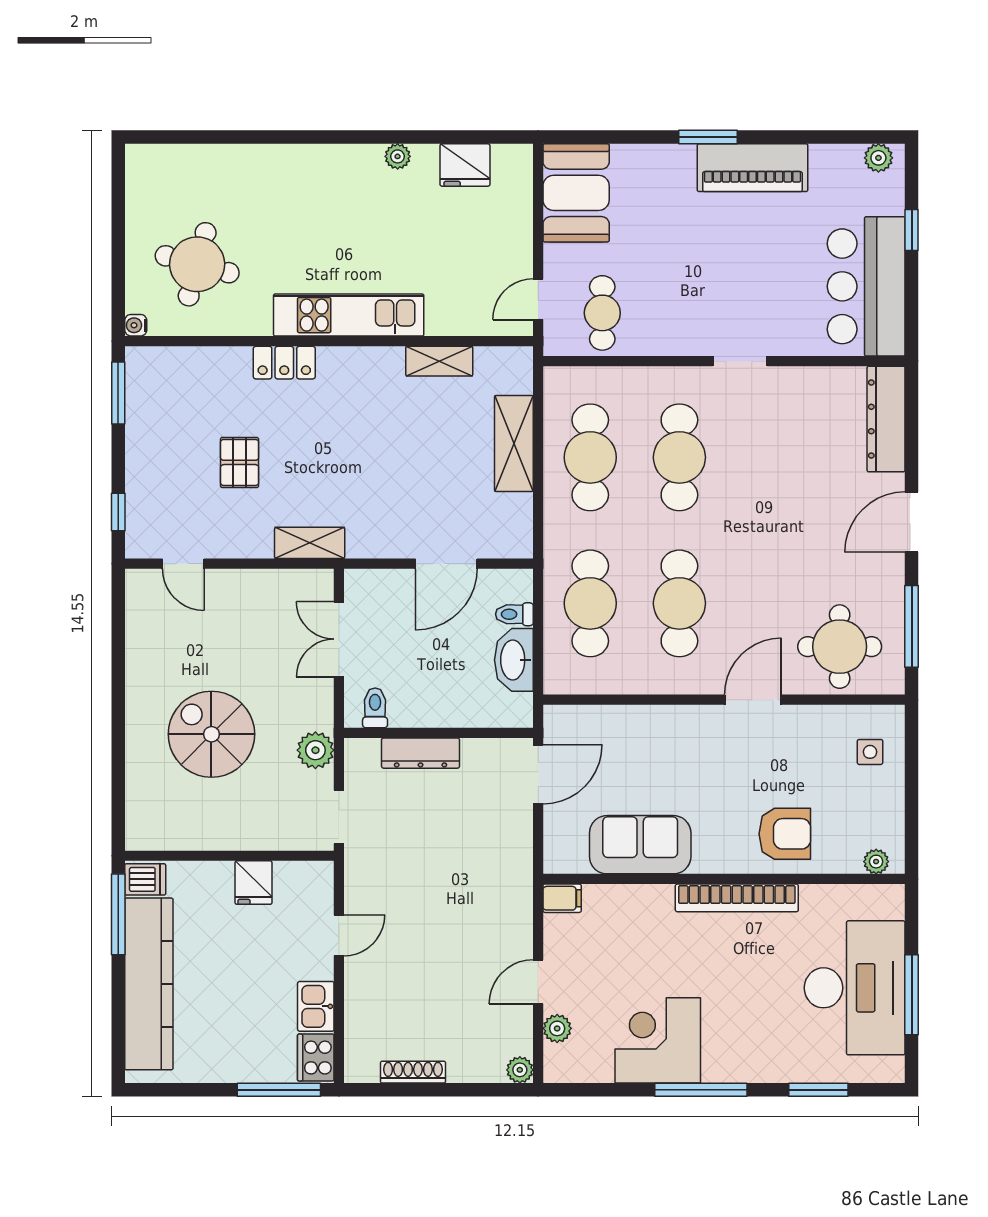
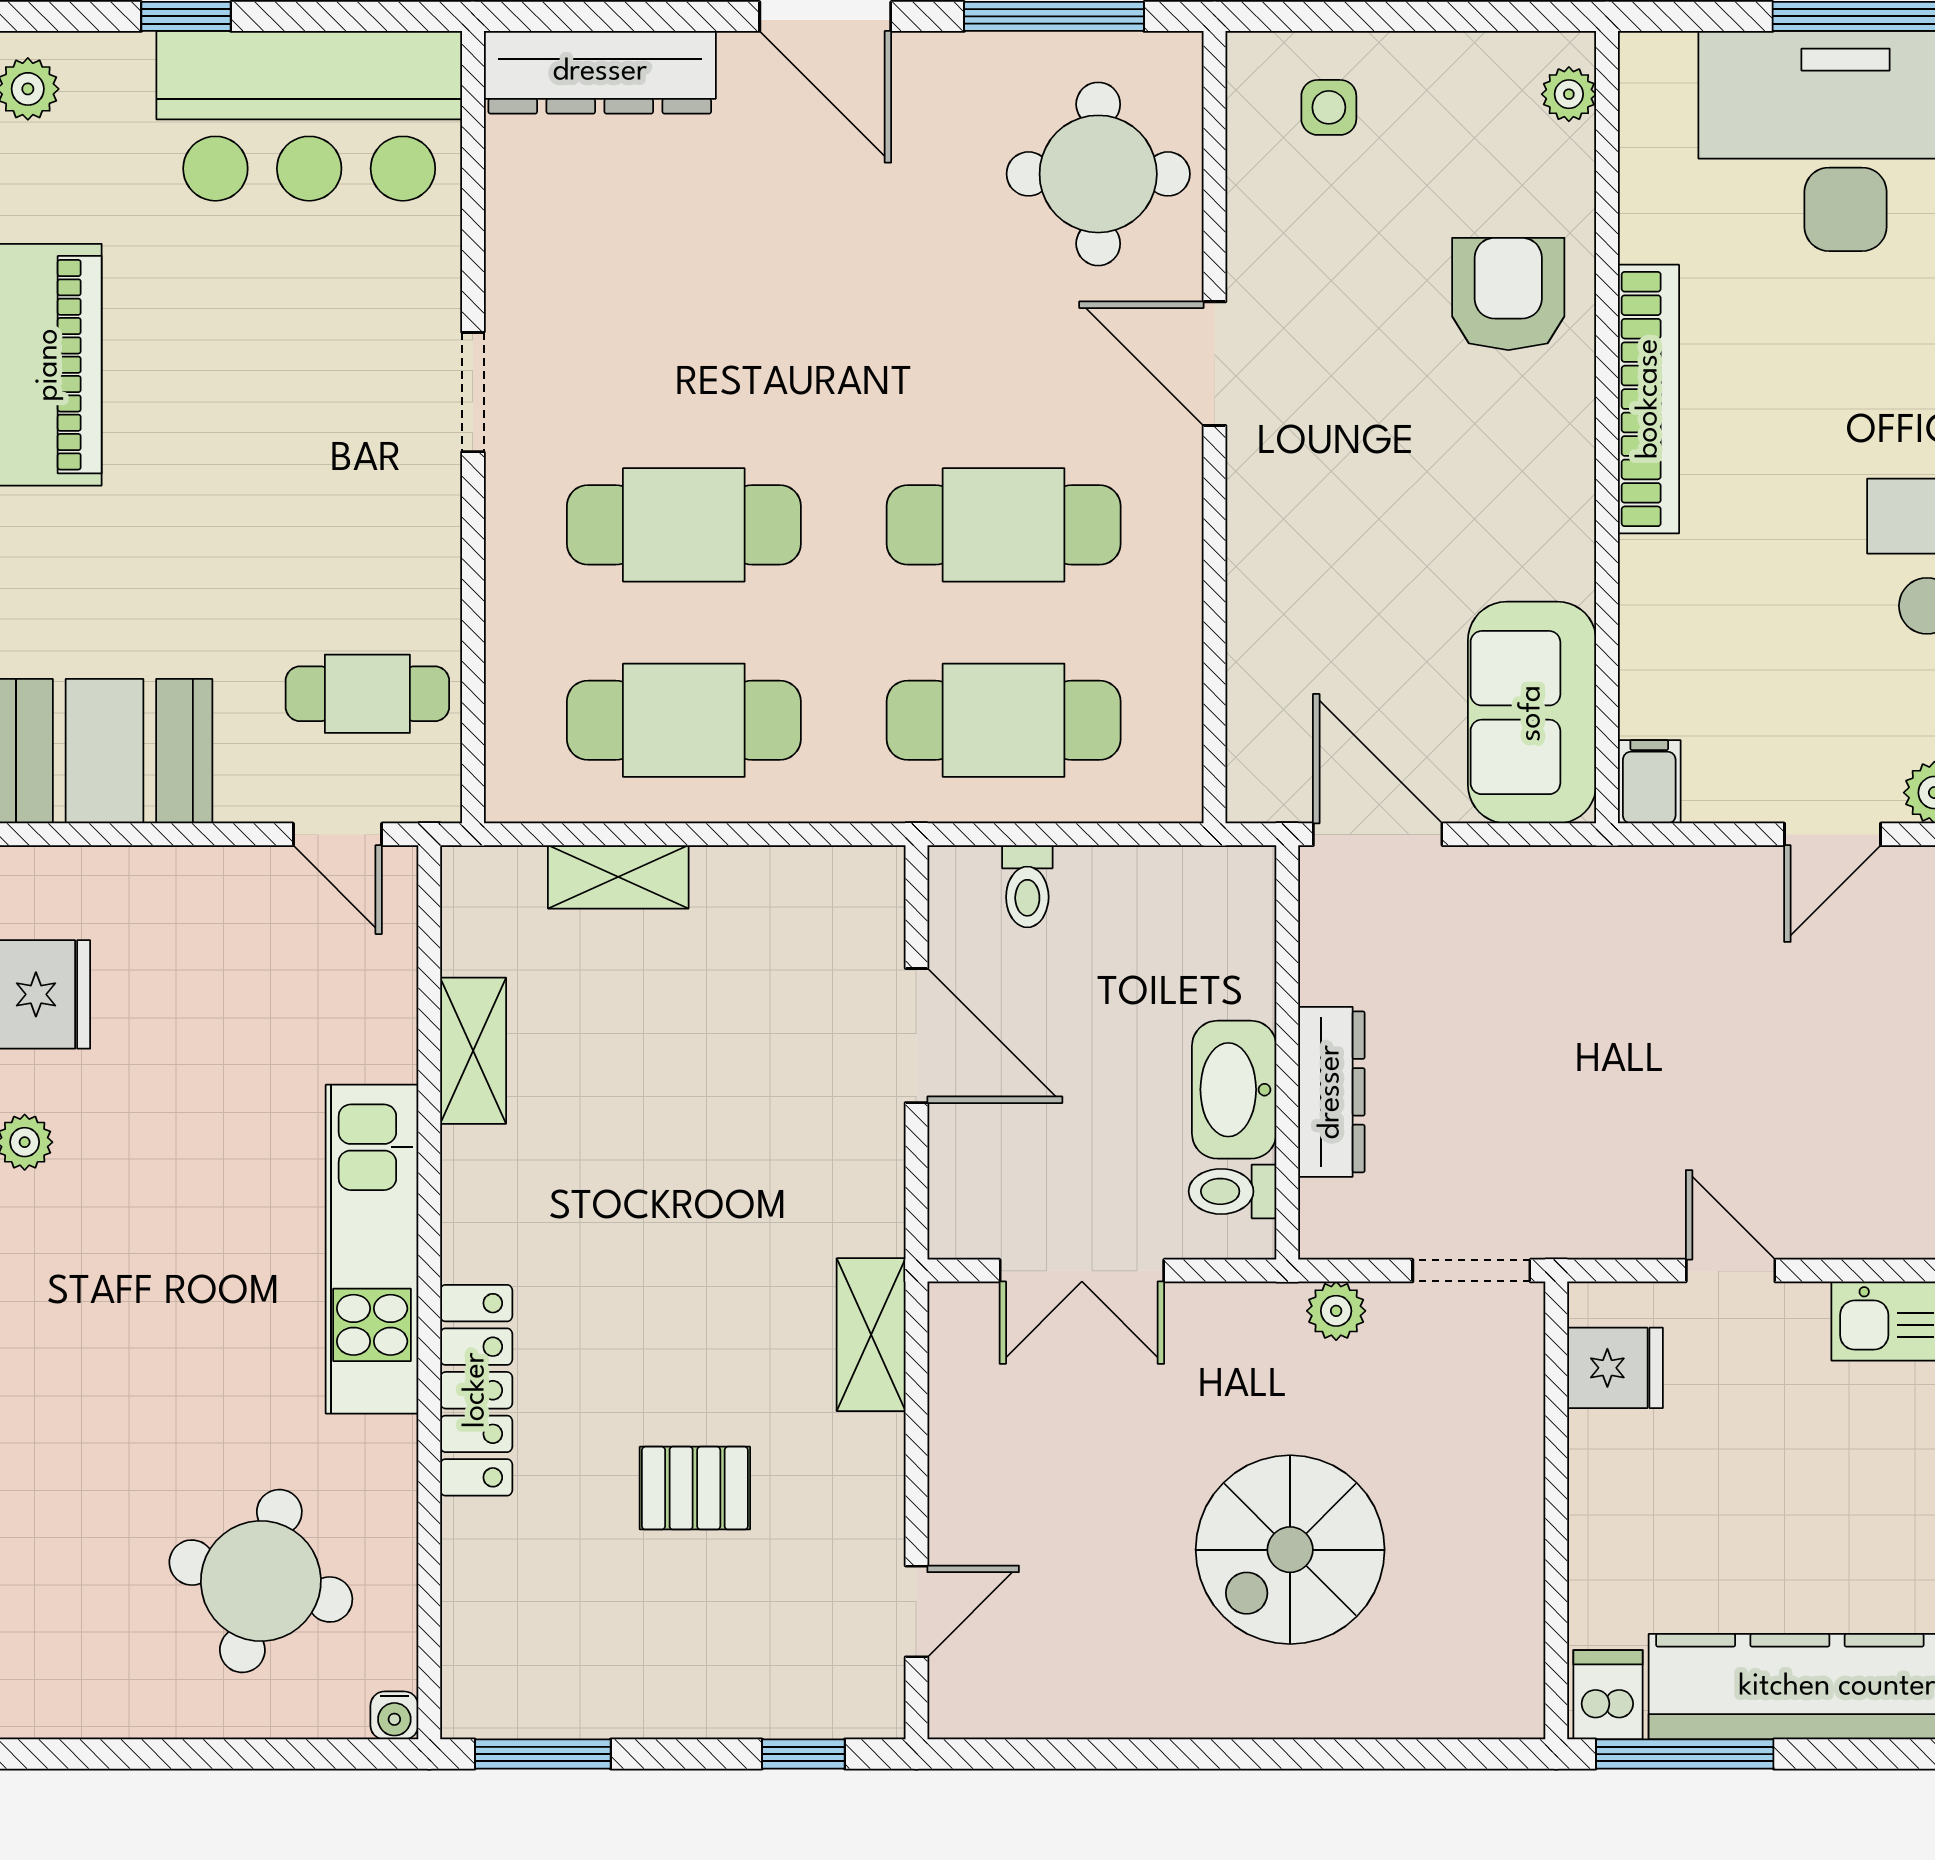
locker: (284, 363) -> (476, 1390), width x1.53
shelving: (514, 444) -> (618, 877), width x0.67, depth x0.75
washbasin: (514, 660) -> (1234, 1090), moved, turned 90
plant: (315, 750) -> (1336, 1311), width x0.73, depth x0.73
sofa: (640, 845) -> (1532, 713), moved
fridge: (254, 883) -> (1615, 1368), moved
door: (538, 982) -> (1832, 834), hinge flipped

